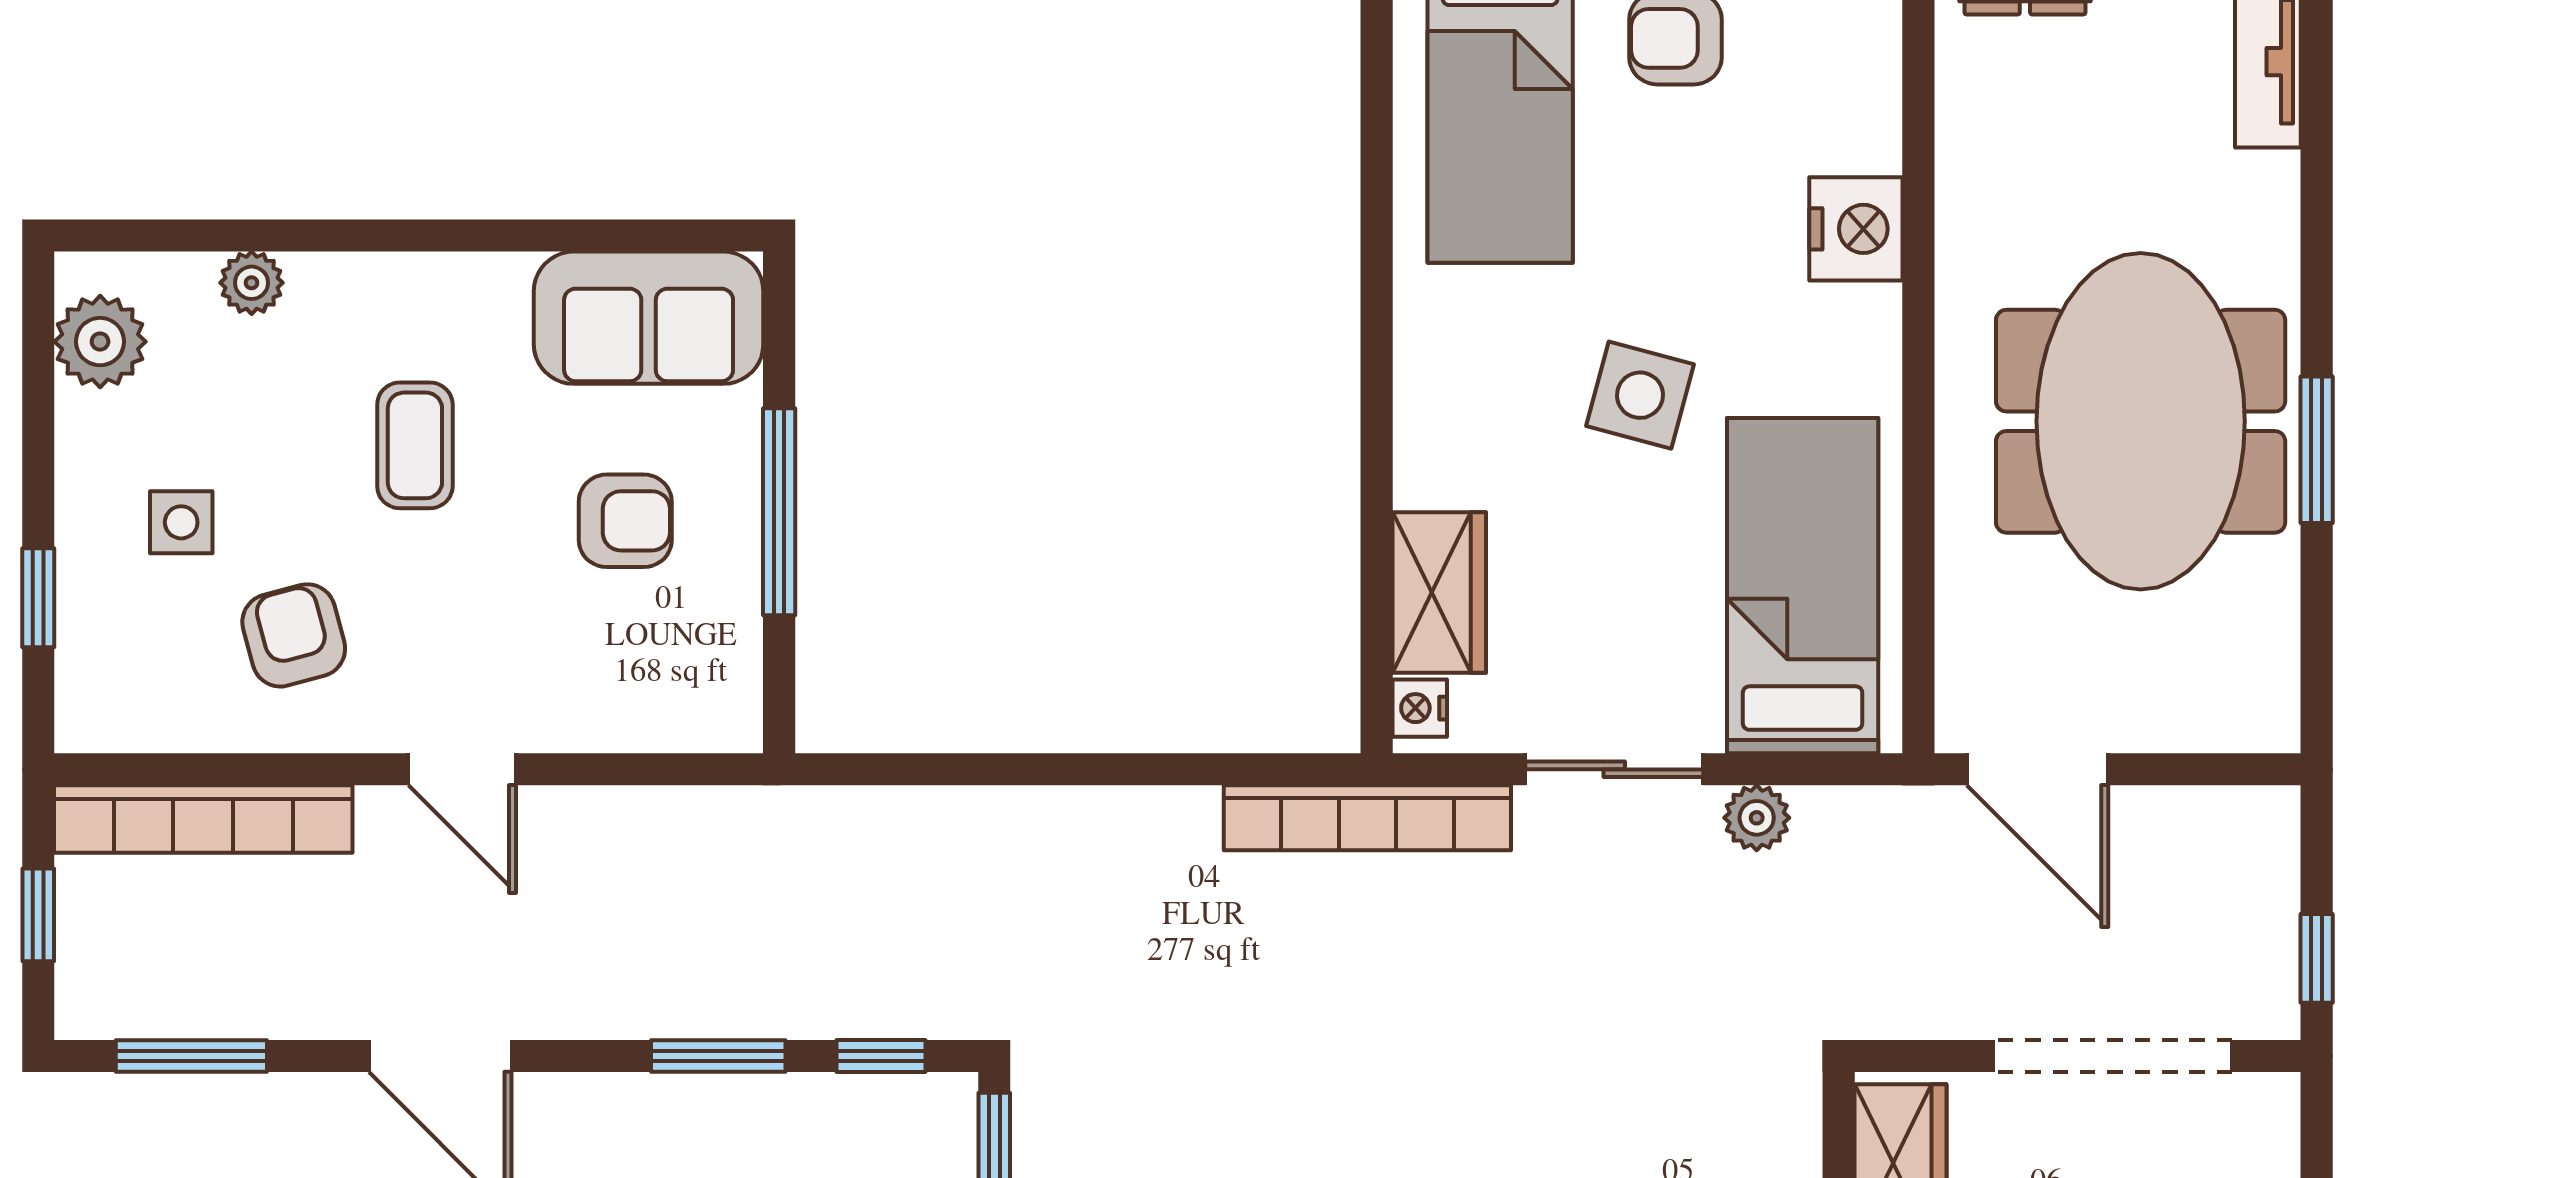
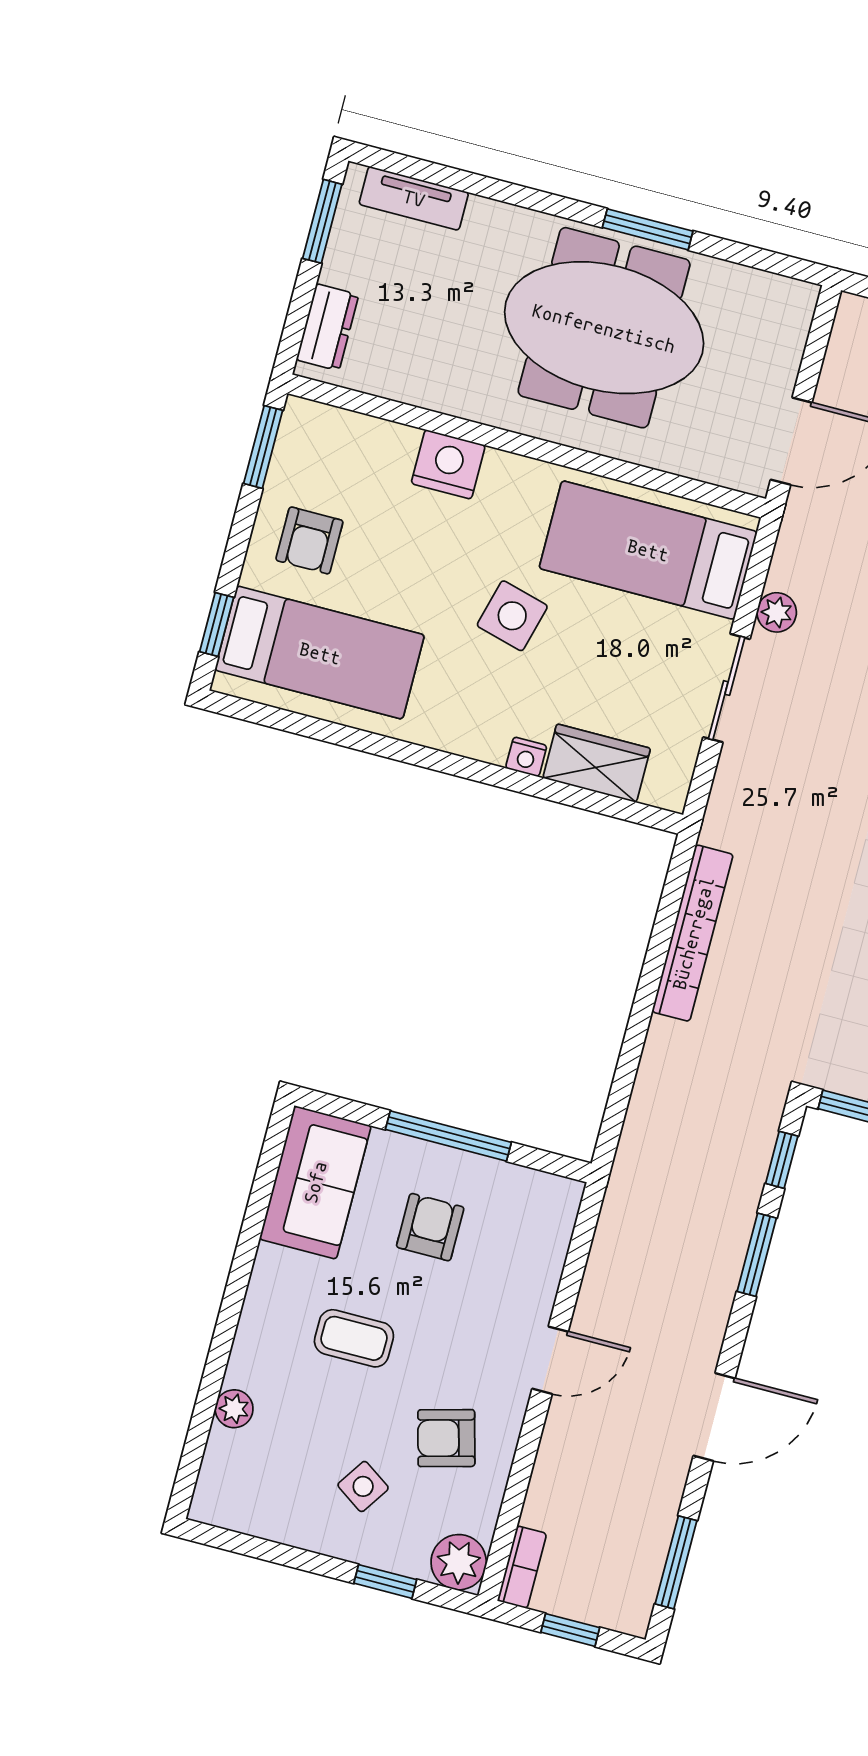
plant: (100, 342) -> (459, 1562), moved
side table: (181, 522) -> (363, 1486), turned 34
nightstand: (1420, 708) -> (526, 757), moved
bookcase: (1367, 818) -> (693, 933), moved
bookcase: (203, 819) -> (522, 1567), width x0.43, depth x0.76

